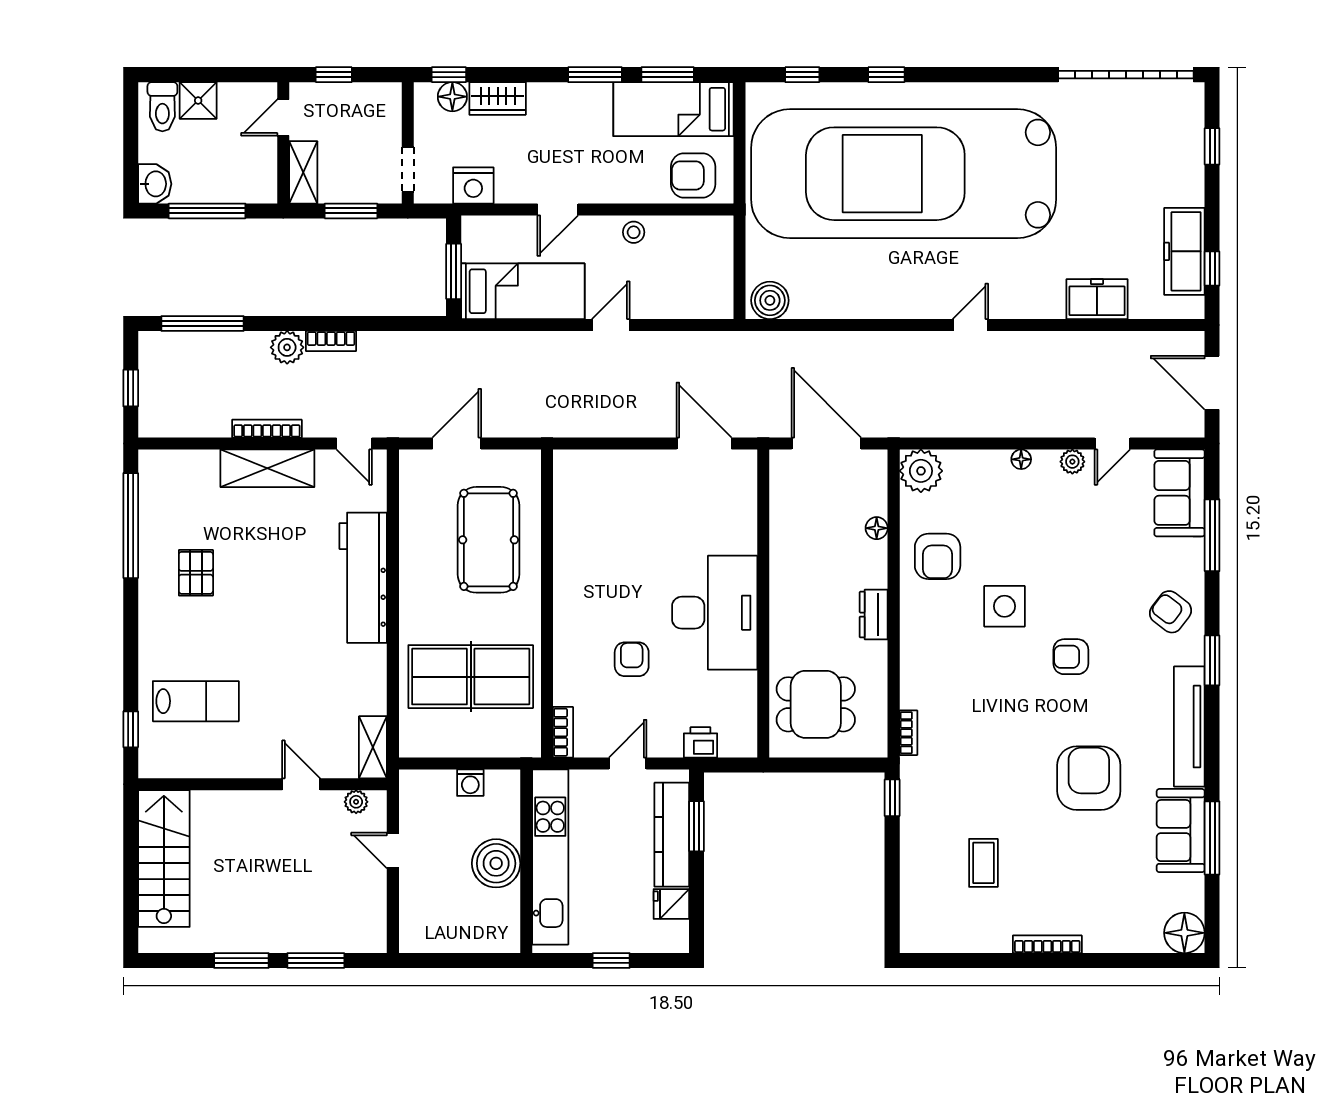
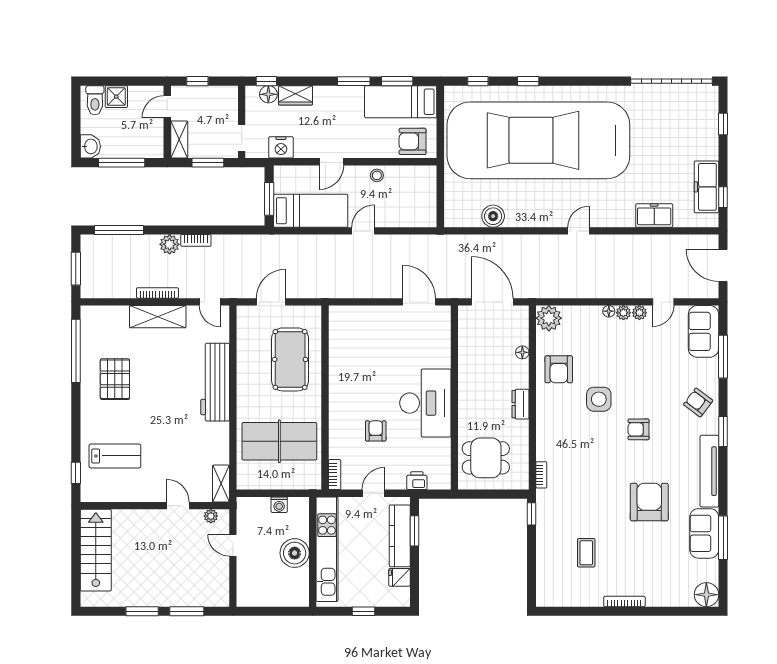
boiler: (770, 300) -> (493, 216), moved
window: (131, 388) -> (76, 269), width x1.50
plant: (1046, 462) -> (623, 313), added
pallet: (196, 573) -> (115, 379), width x1.50, depth x1.42

